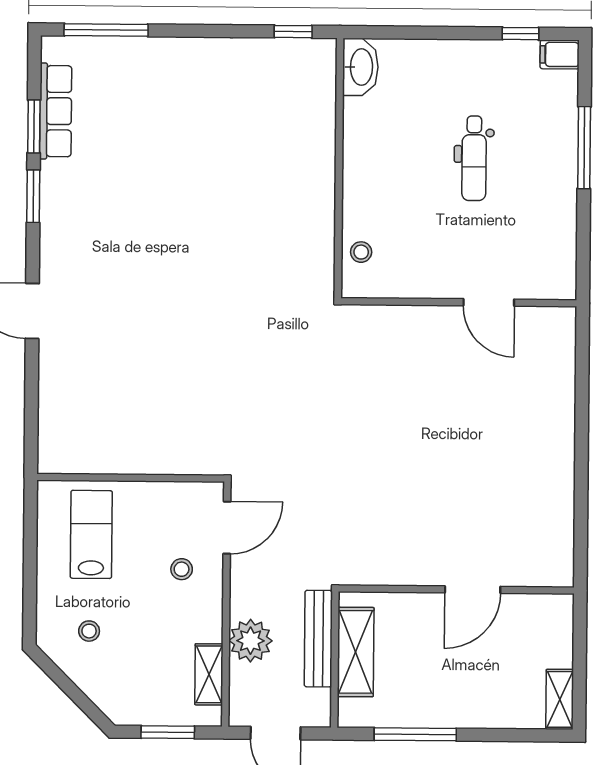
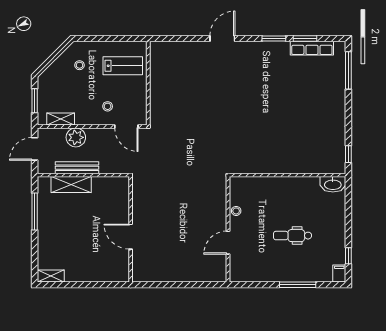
stool: (361, 252) -> (236, 211), moved
wall: (456, 590) -> (131, 229), moved
door: (473, 590) -> (131, 237), moved

